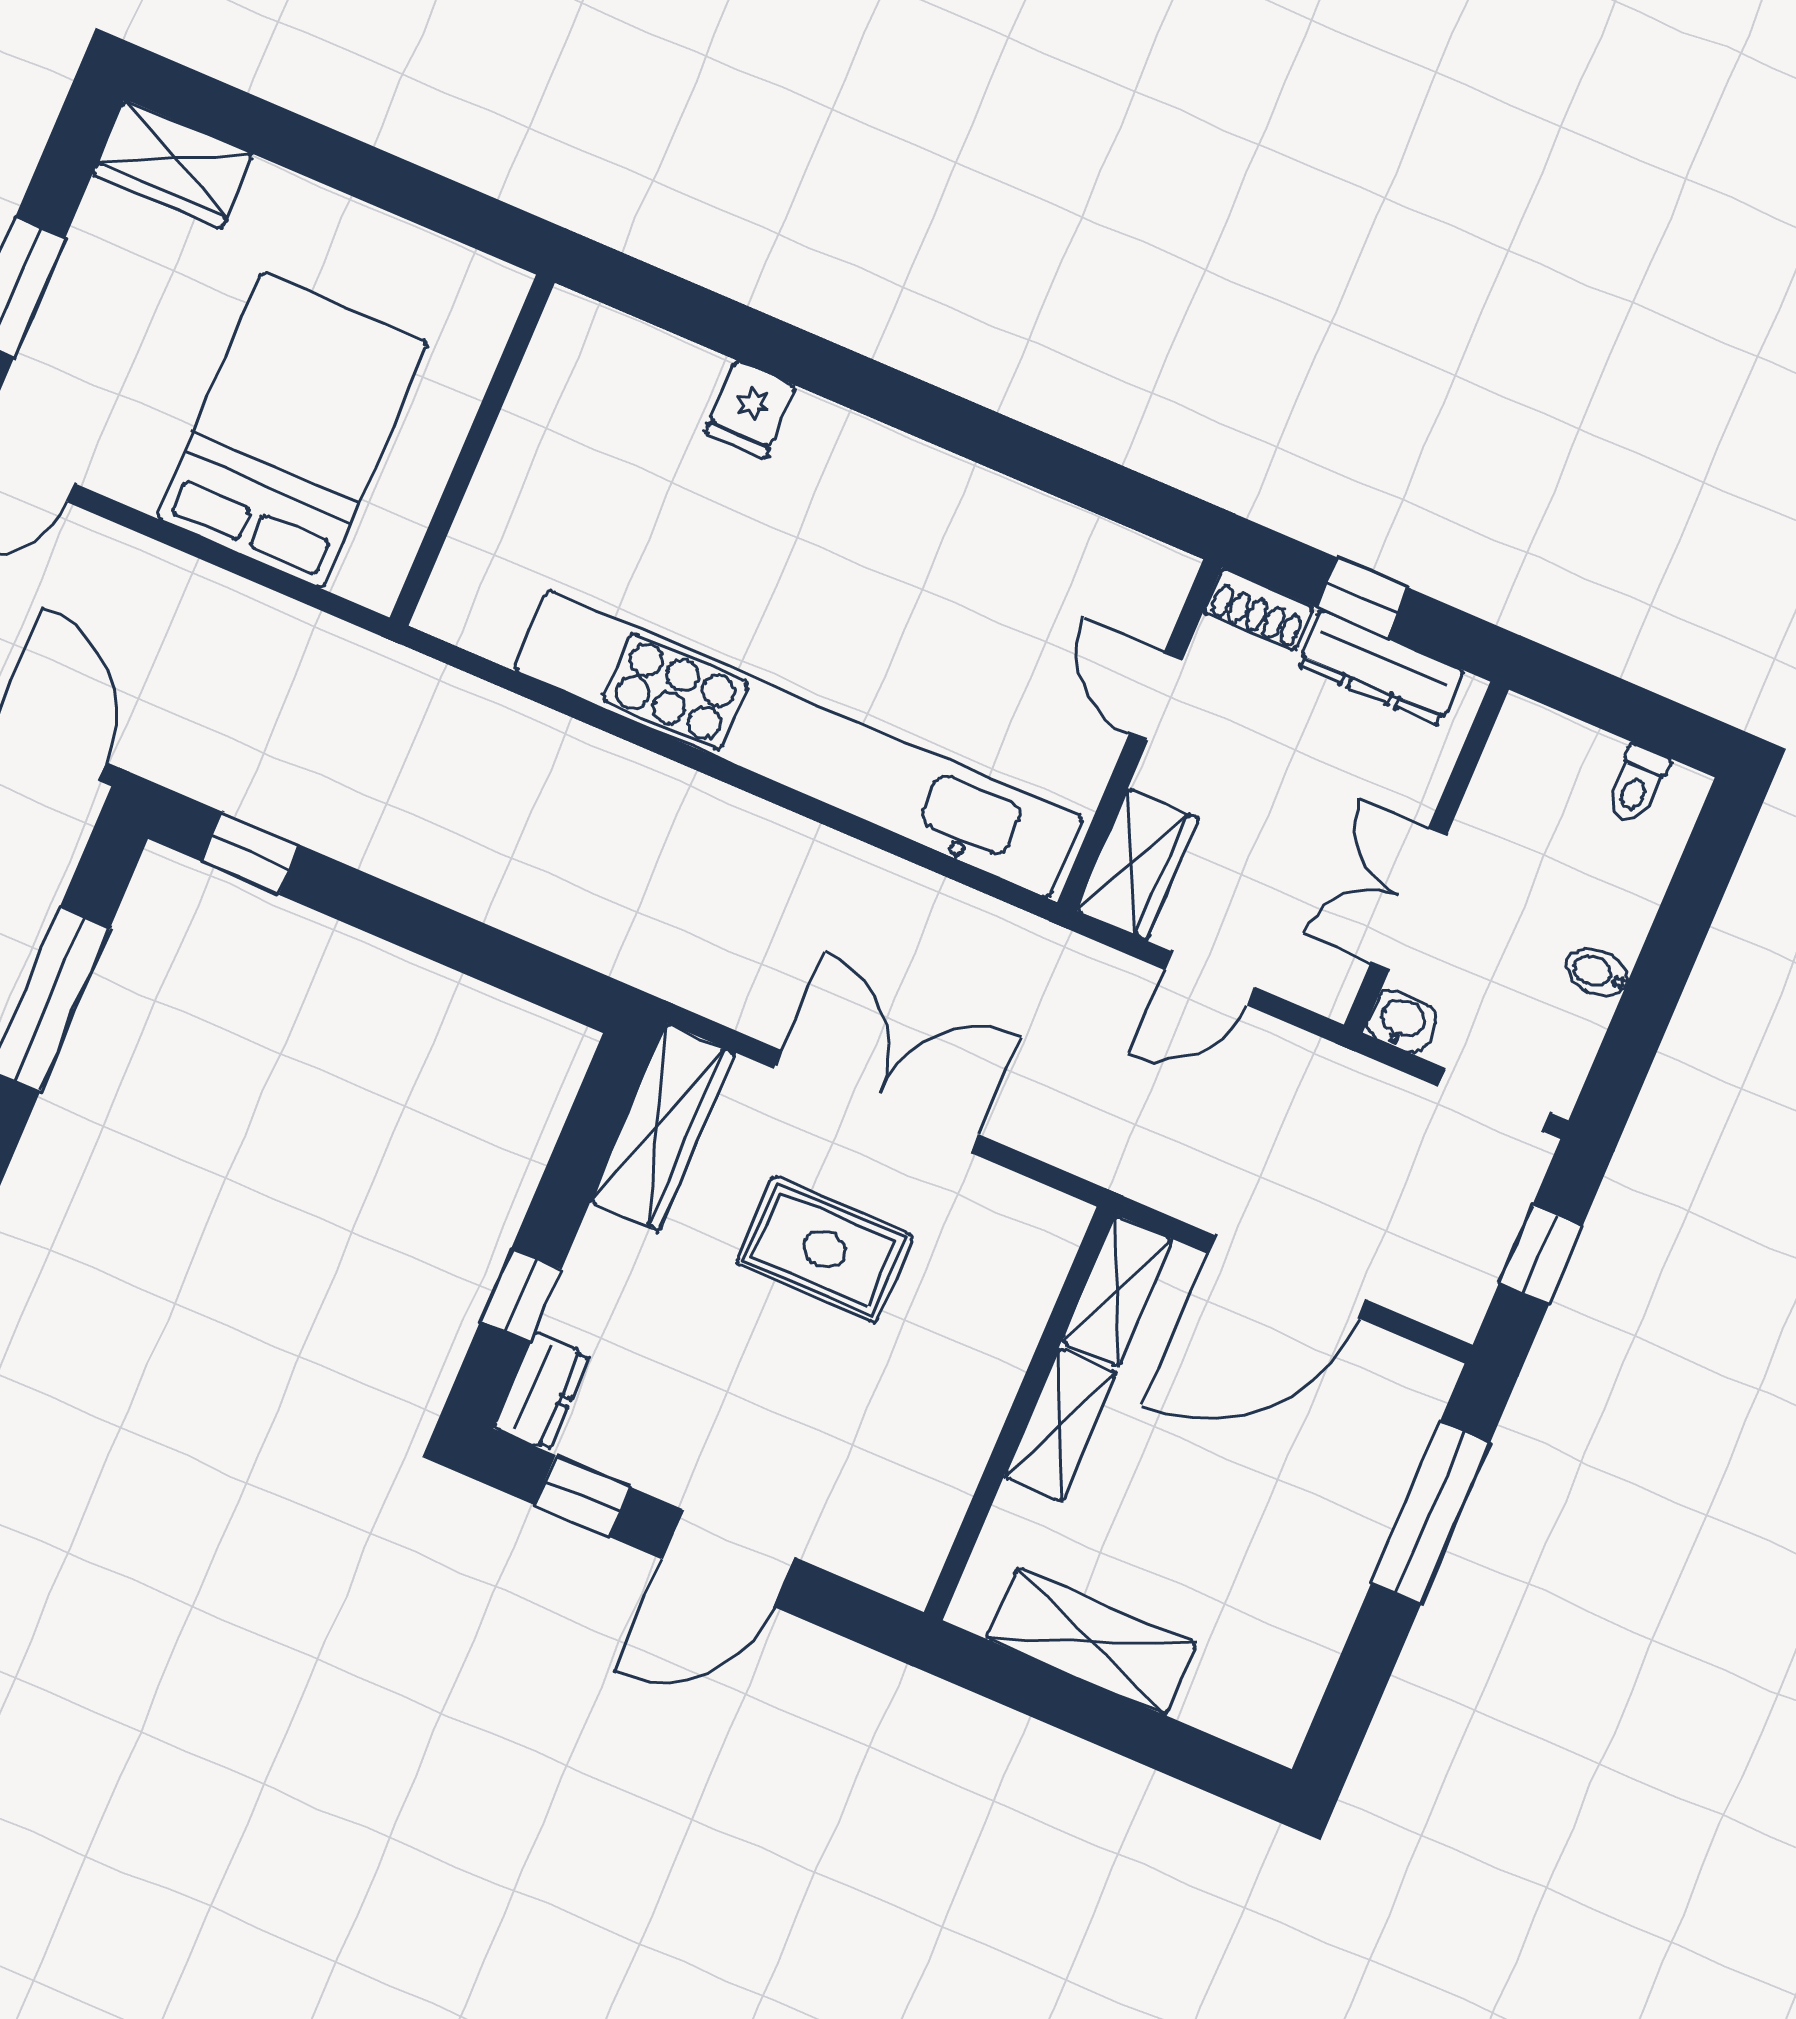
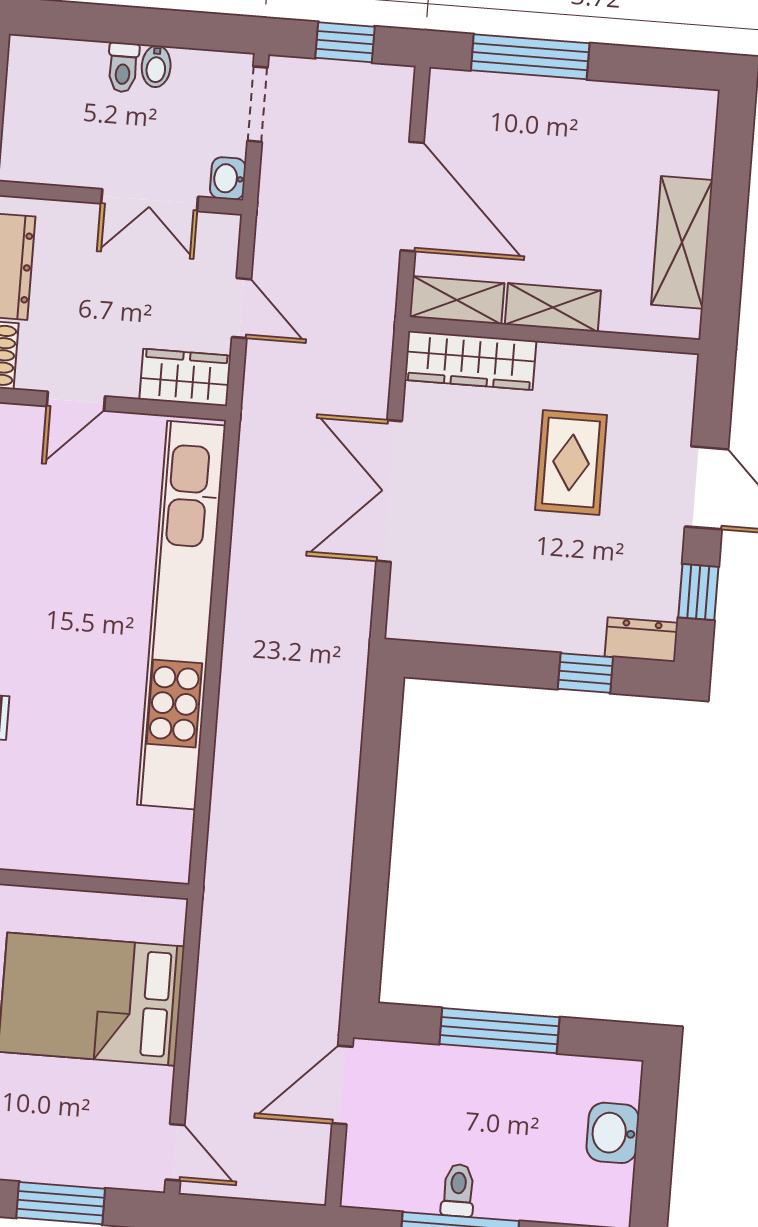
toilet: (1637, 785) -> (123, 67), moved, turned 90
window: (250, 853) -> (365, 936), removed
wardrobe: (663, 1127) -> (470, 360), moved, turned 180
rug: (824, 1249) -> (571, 463), moved

